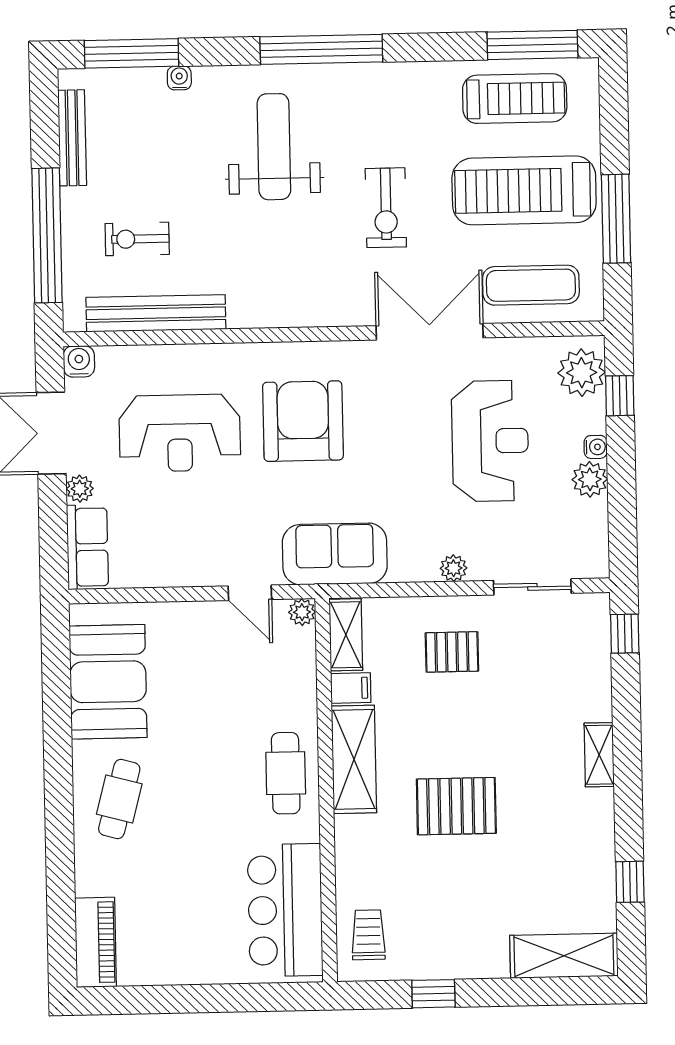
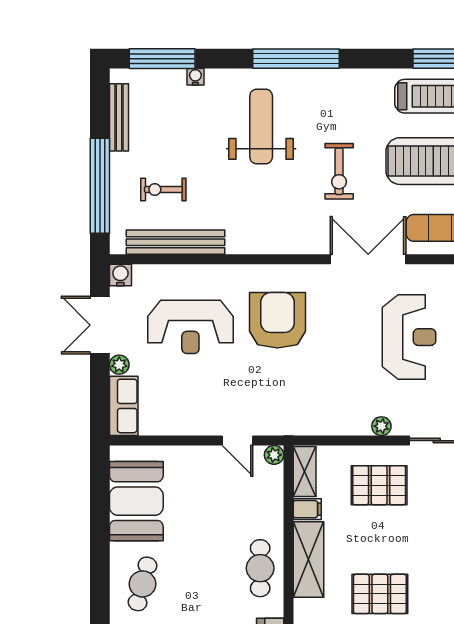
sofa: (335, 554) -> (298, 414), removed
pallet: (452, 652) -> (379, 485), width x1.50, depth x1.42

